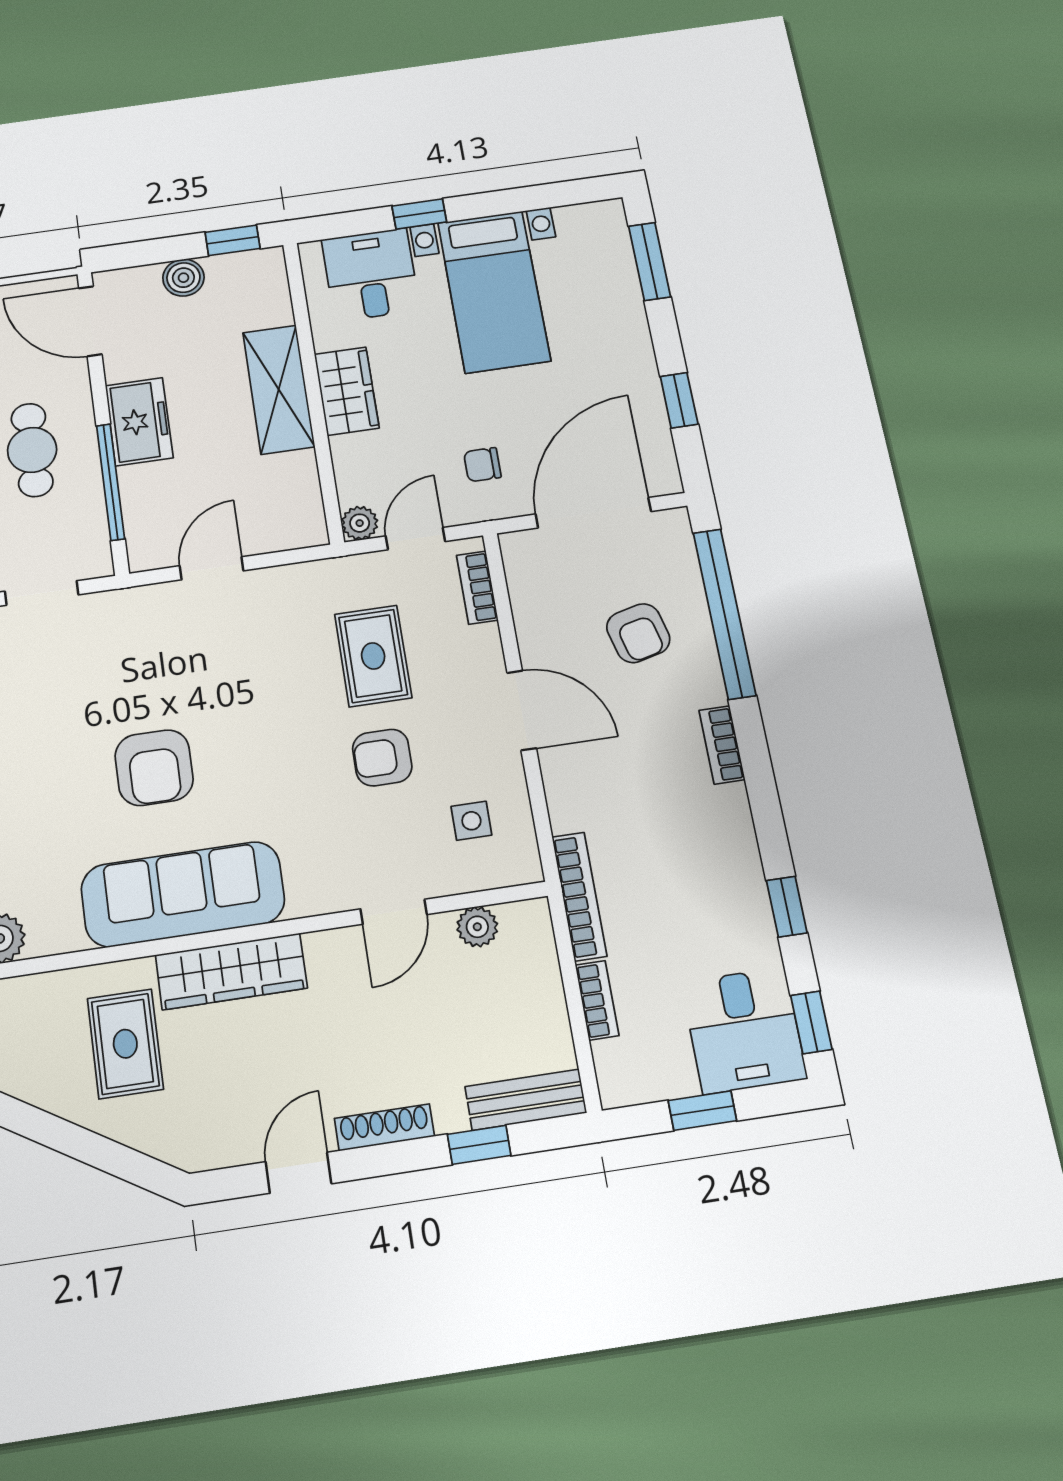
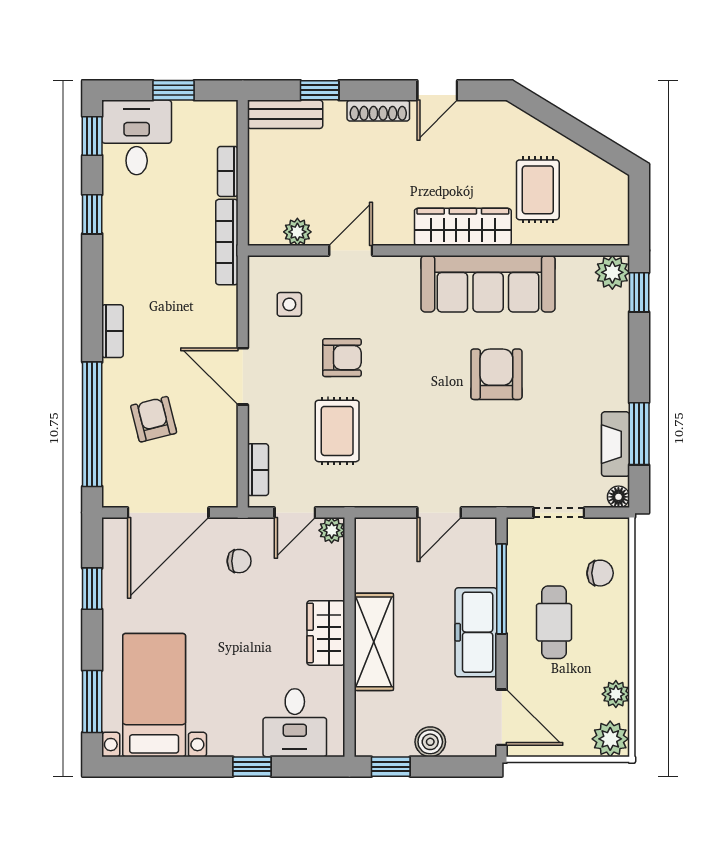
bed with nightstands: (494, 291) -> (154, 695), moved
freezer: (139, 422) -> (476, 632), width x1.40

